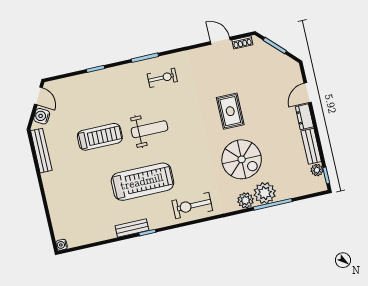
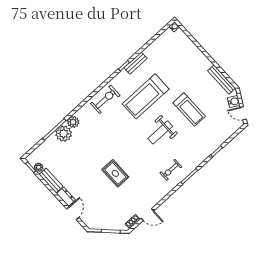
treadmill: (100, 137) -> (189, 109), turned -90
spiral stairs: (242, 159) -> (91, 147), removed

